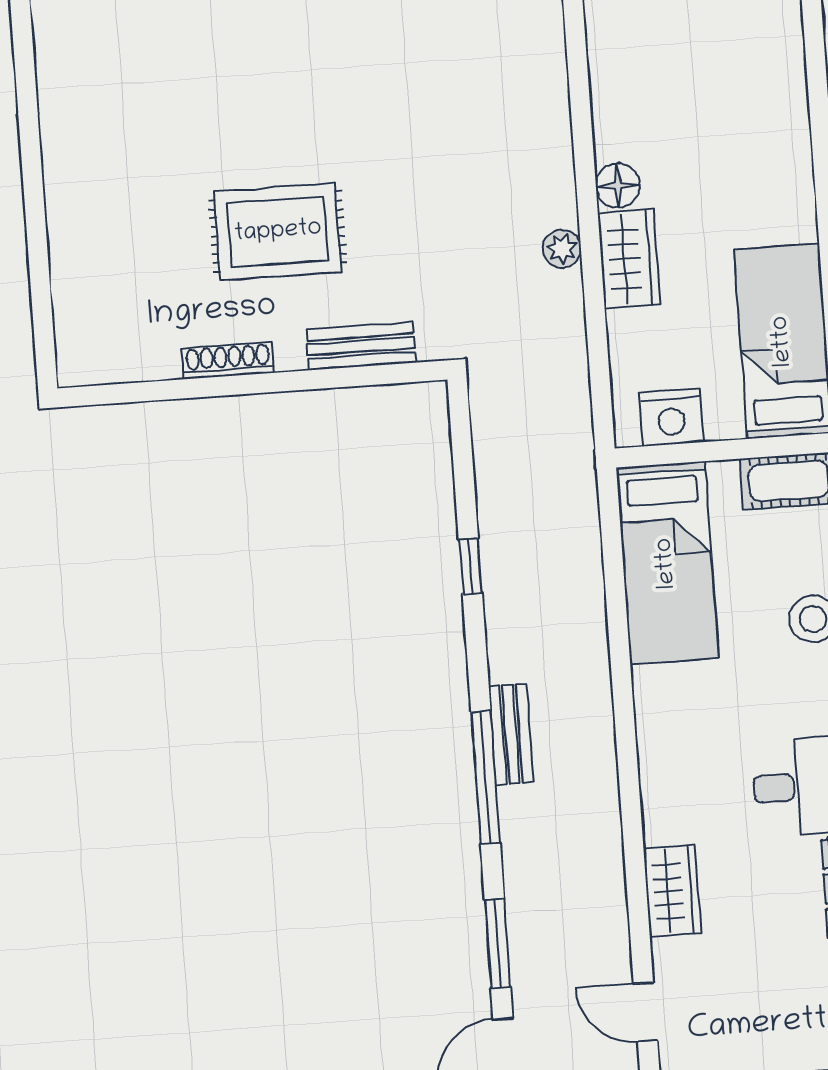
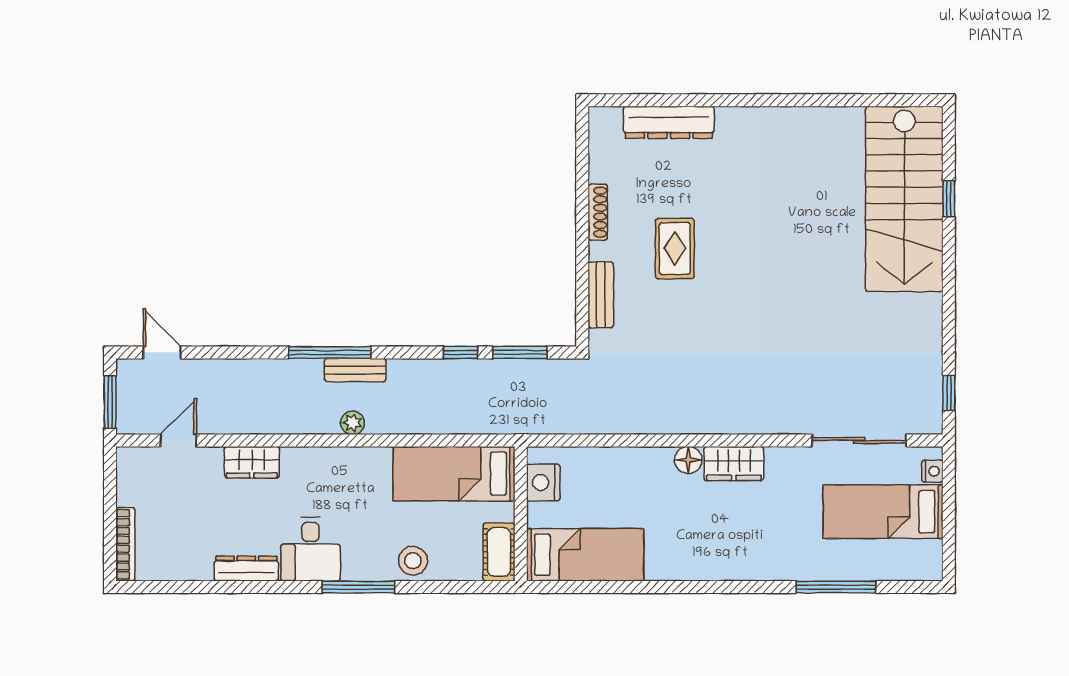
rug: (278, 232) -> (675, 249), width x0.73, depth x0.70
plant: (562, 249) -> (353, 423), moved
dresser: (74, 256) -> (669, 122), added
wardrobe: (629, 259) -> (734, 463), moved
window: (497, 944) -> (520, 352), moved

